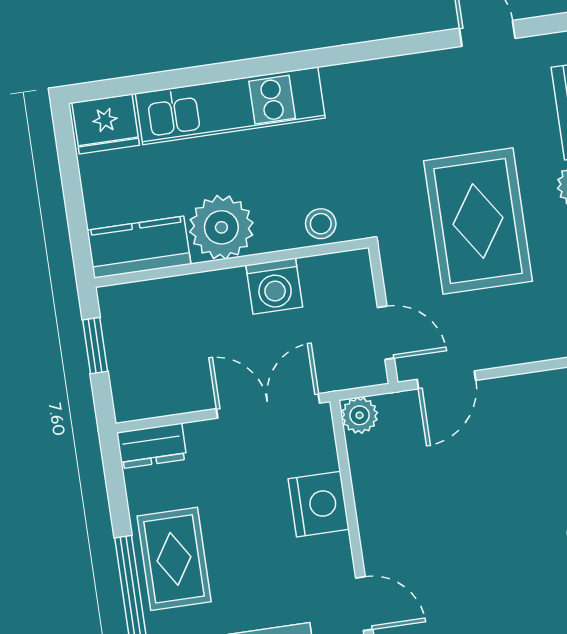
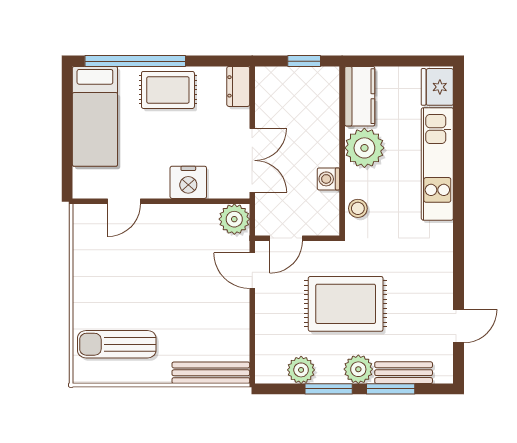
washing machine: (274, 286) -> (328, 179), width x0.73, depth x0.73
plant: (360, 415) -> (234, 219), width x1.38, depth x1.38

